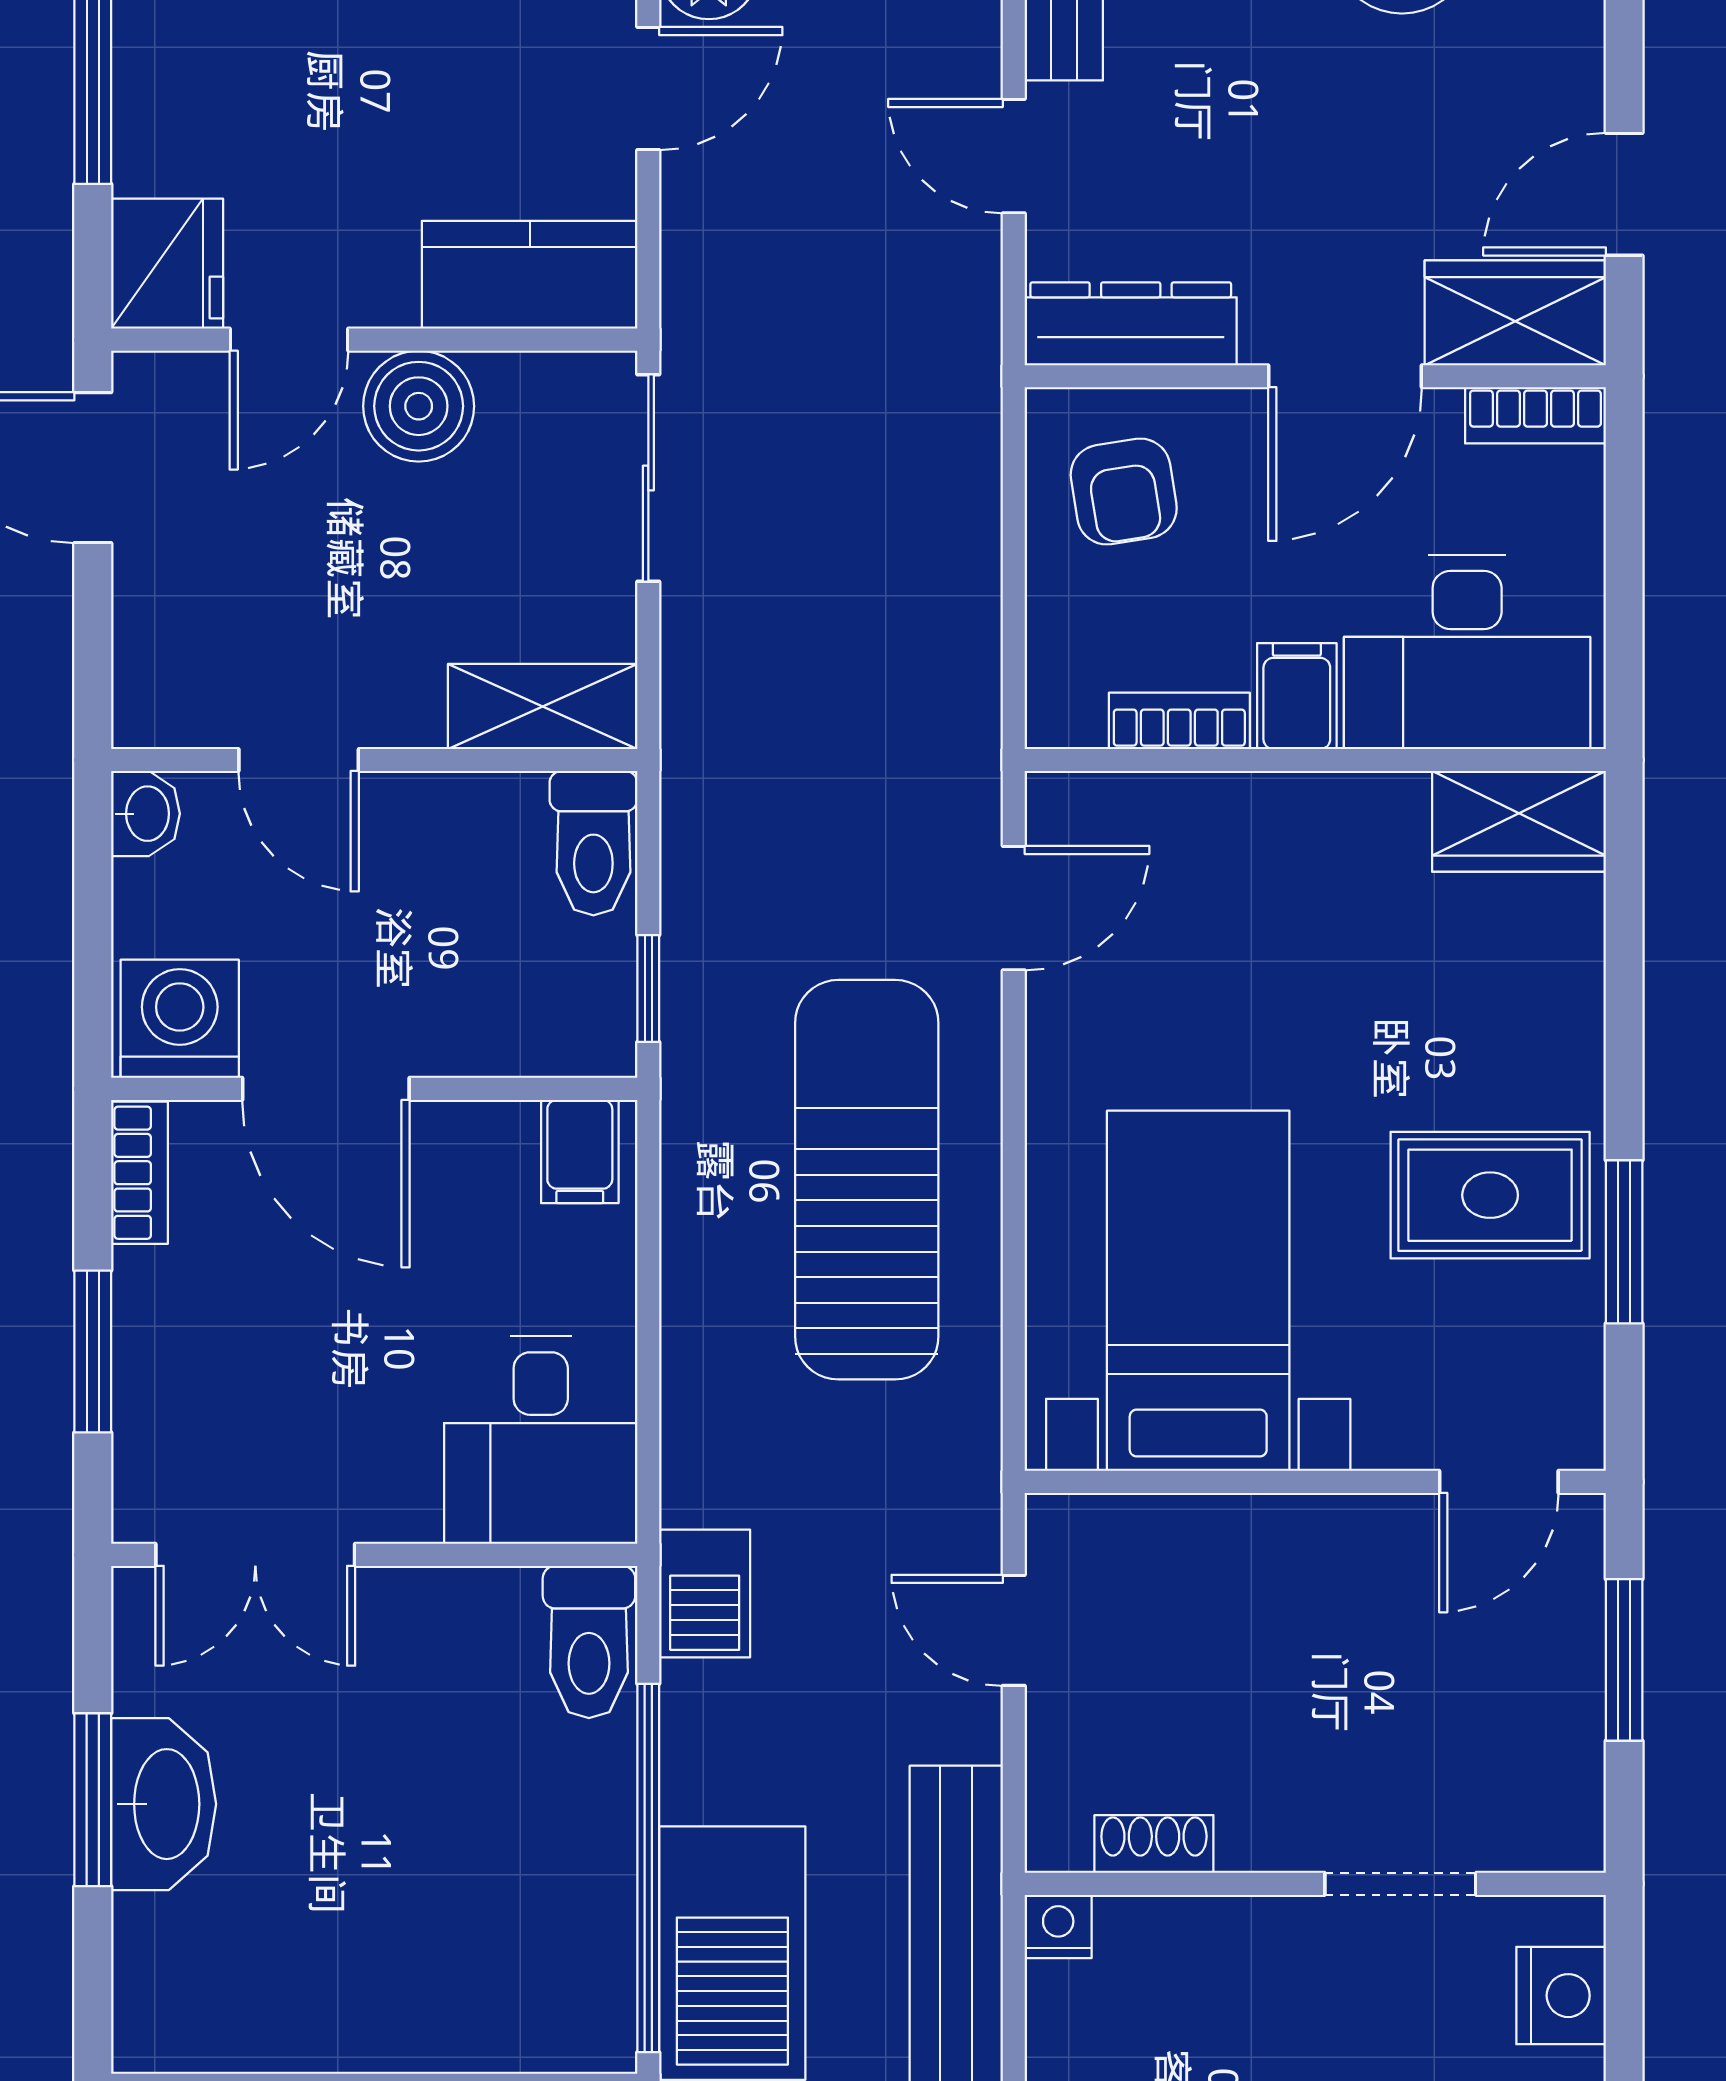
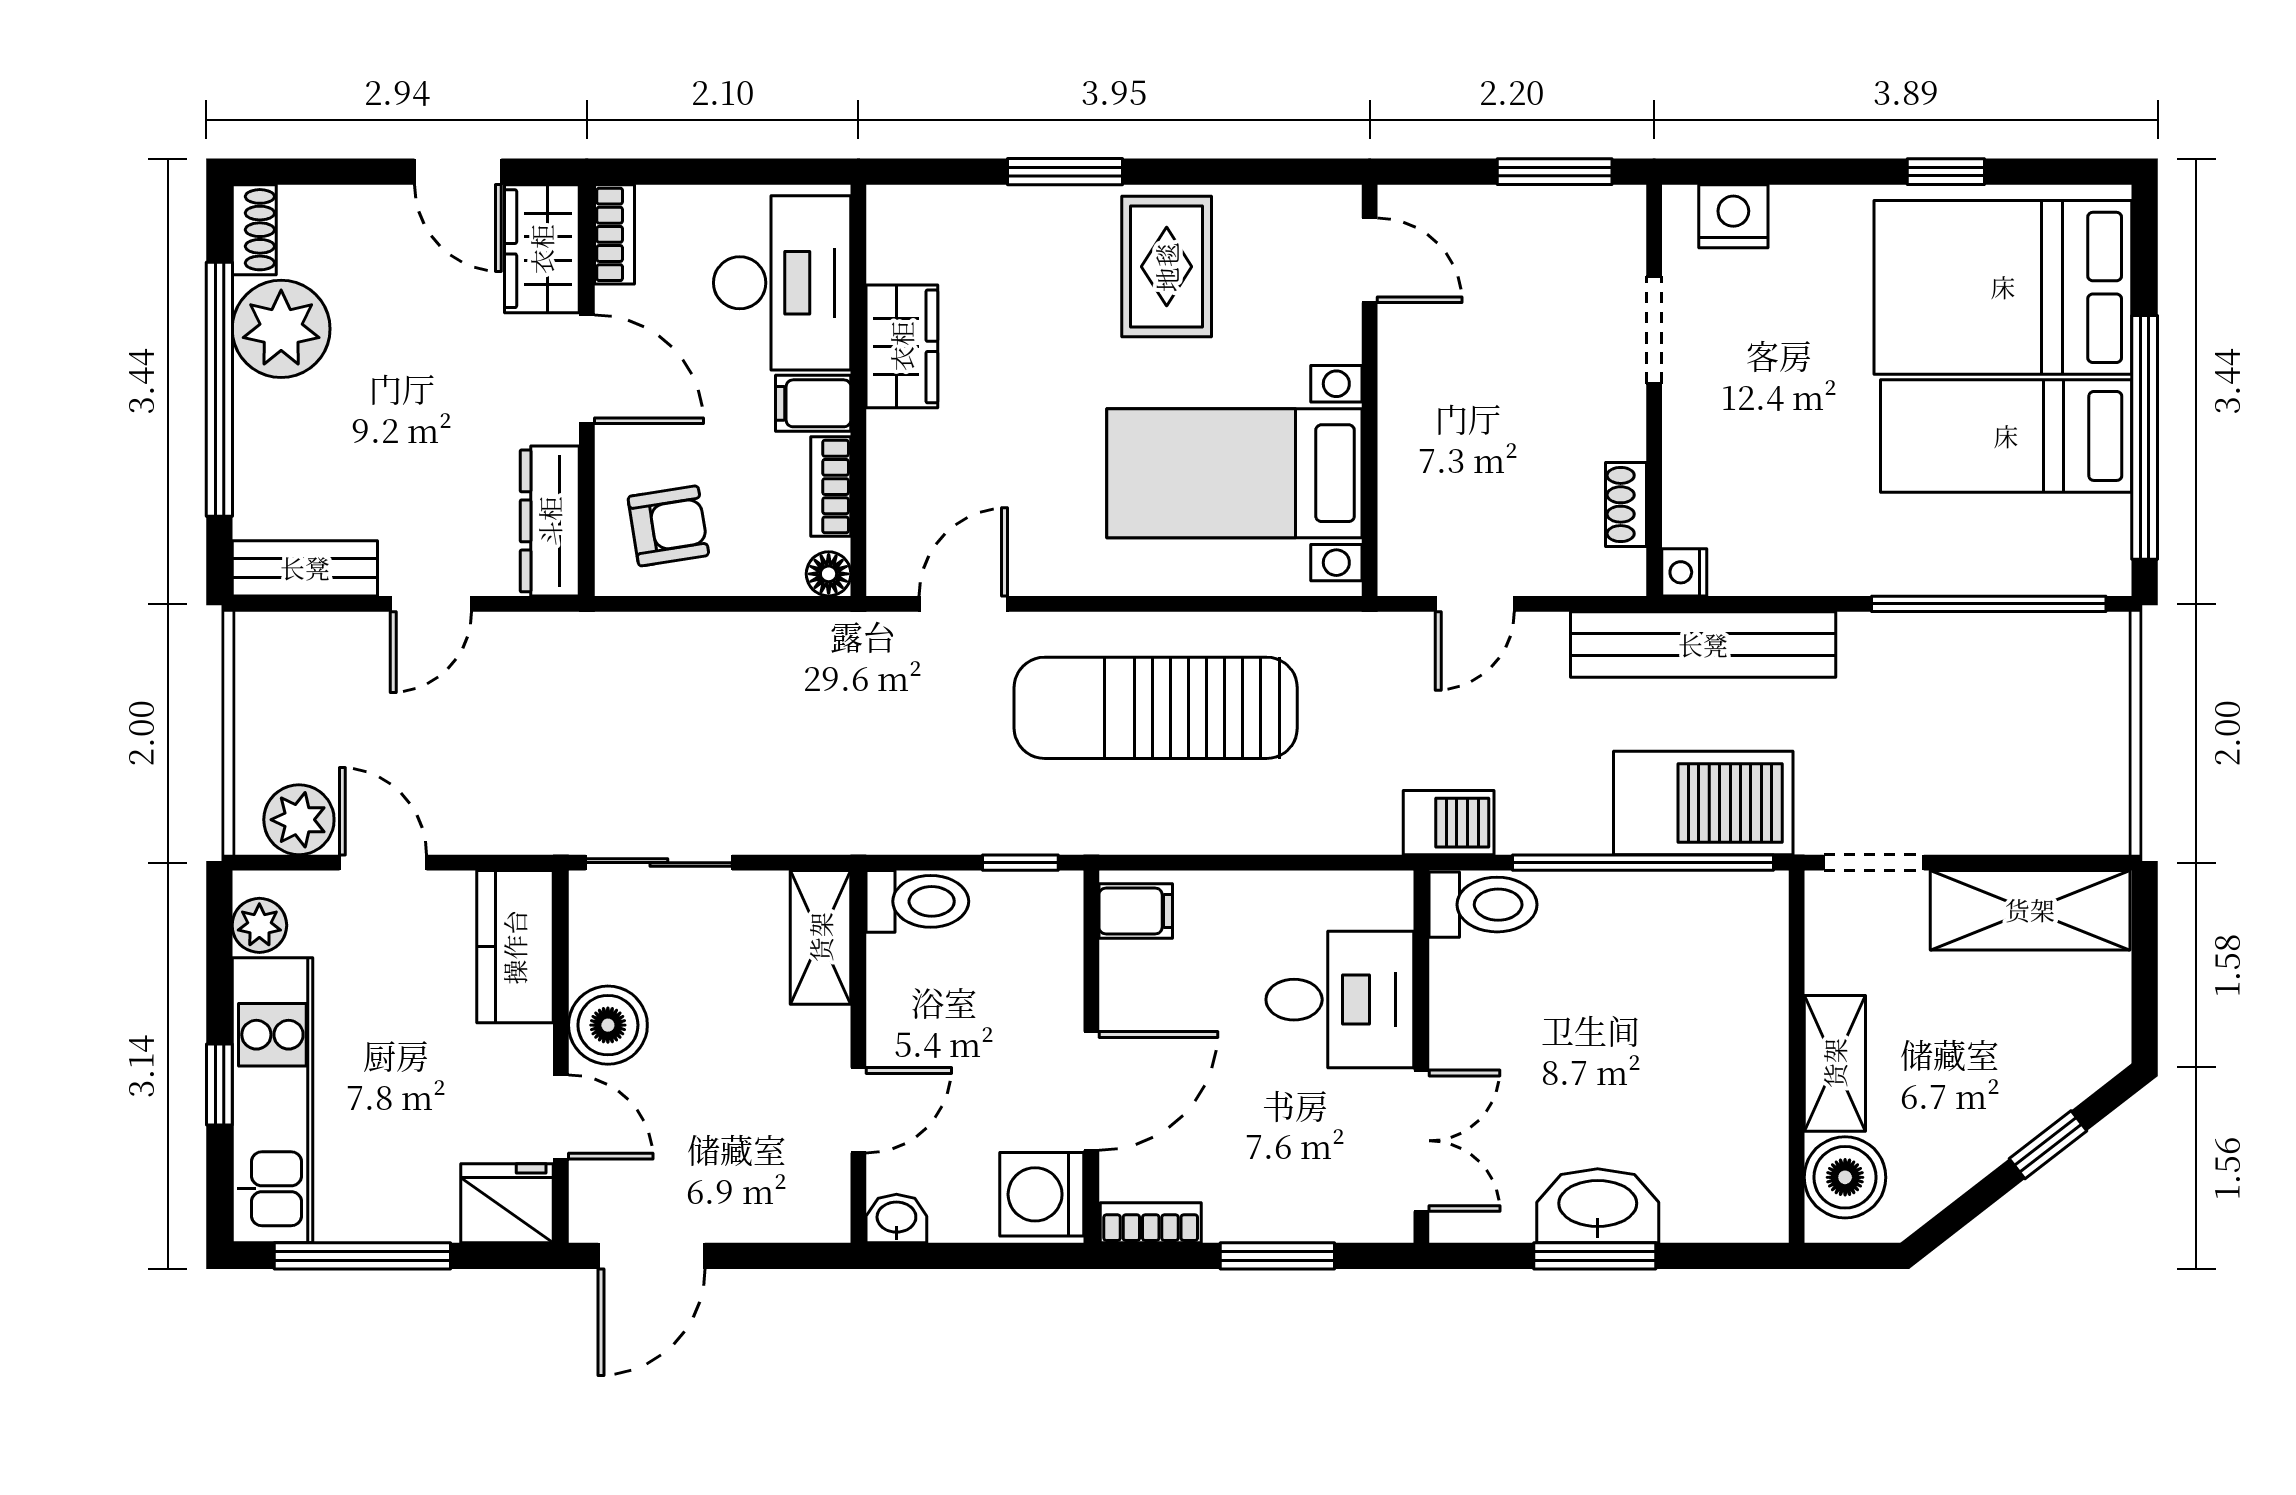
floor lamp: (1056, 718) -> (829, 574), added
wardrobe: (1519, 821) -> (902, 346), moved
door: (1014, 908) -> (963, 604), hinge flipped
window: (1624, 1242) -> (1065, 172), moved
desk: (541, 1440) -> (1340, 1000), moved
window: (1624, 1660) -> (1555, 172), moved

